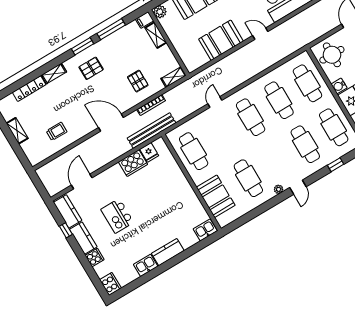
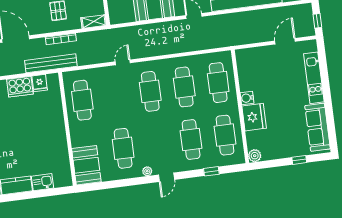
round table: (332, 55) -> (253, 66), removed
booth: (216, 196) -> (86, 165), moved
kitchen sink: (205, 230) -> (43, 182), moved

